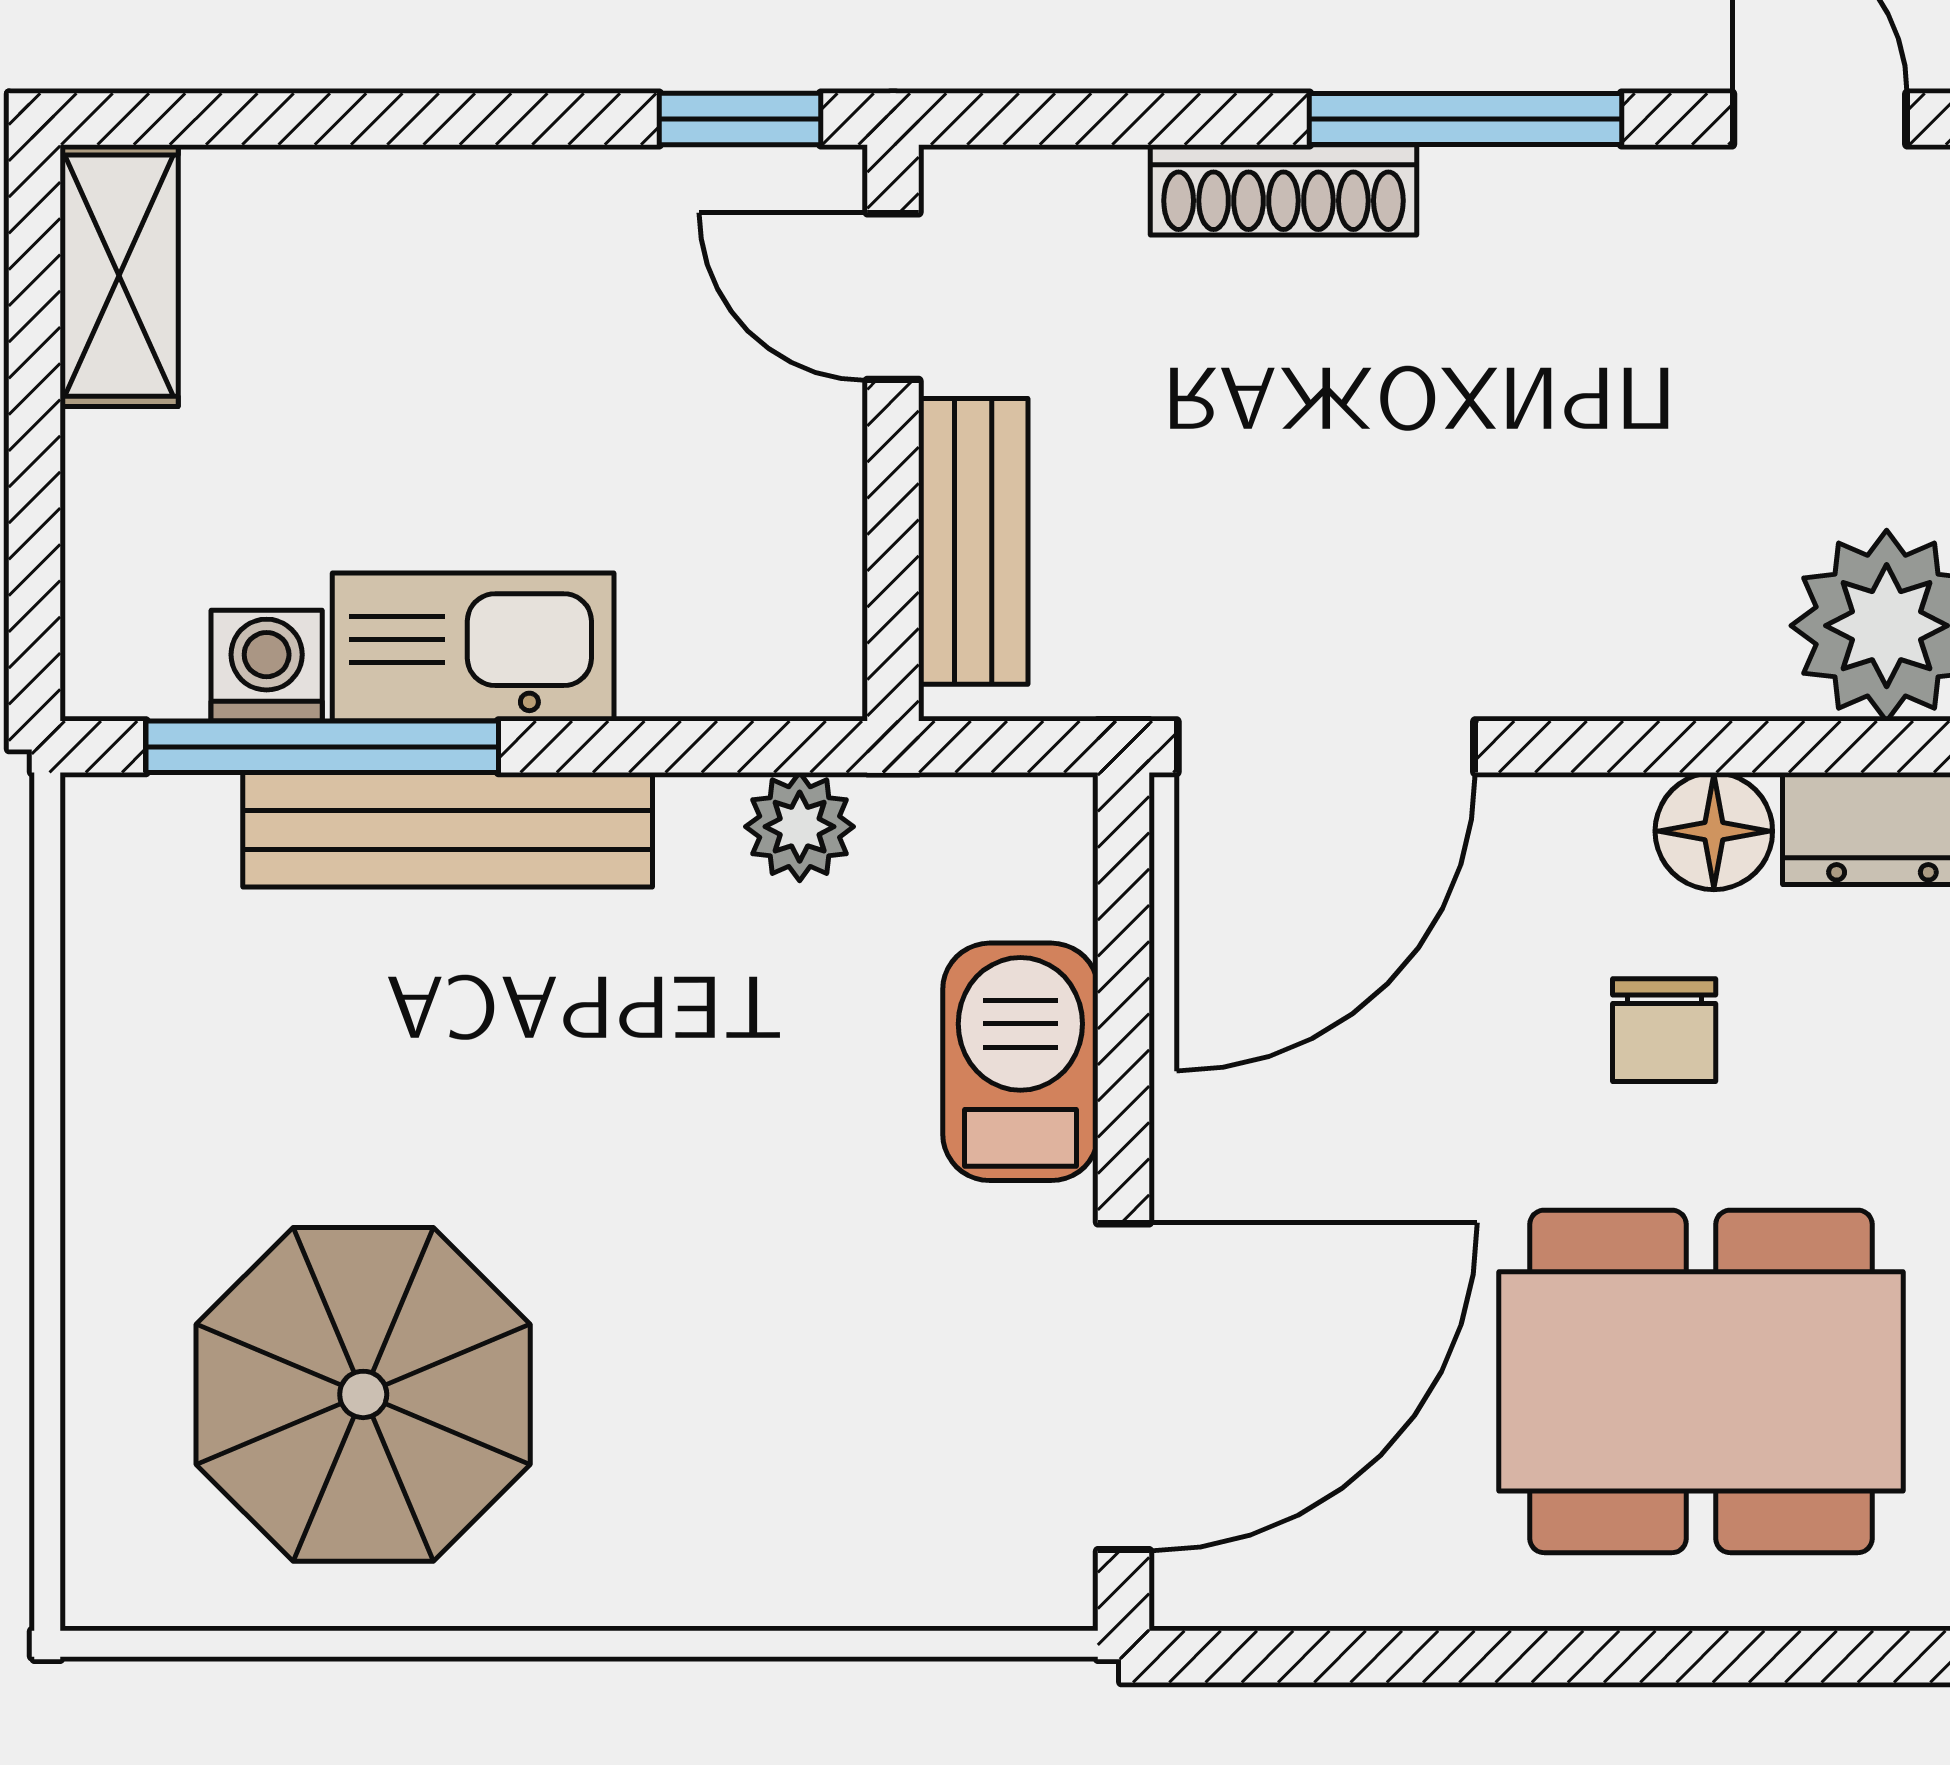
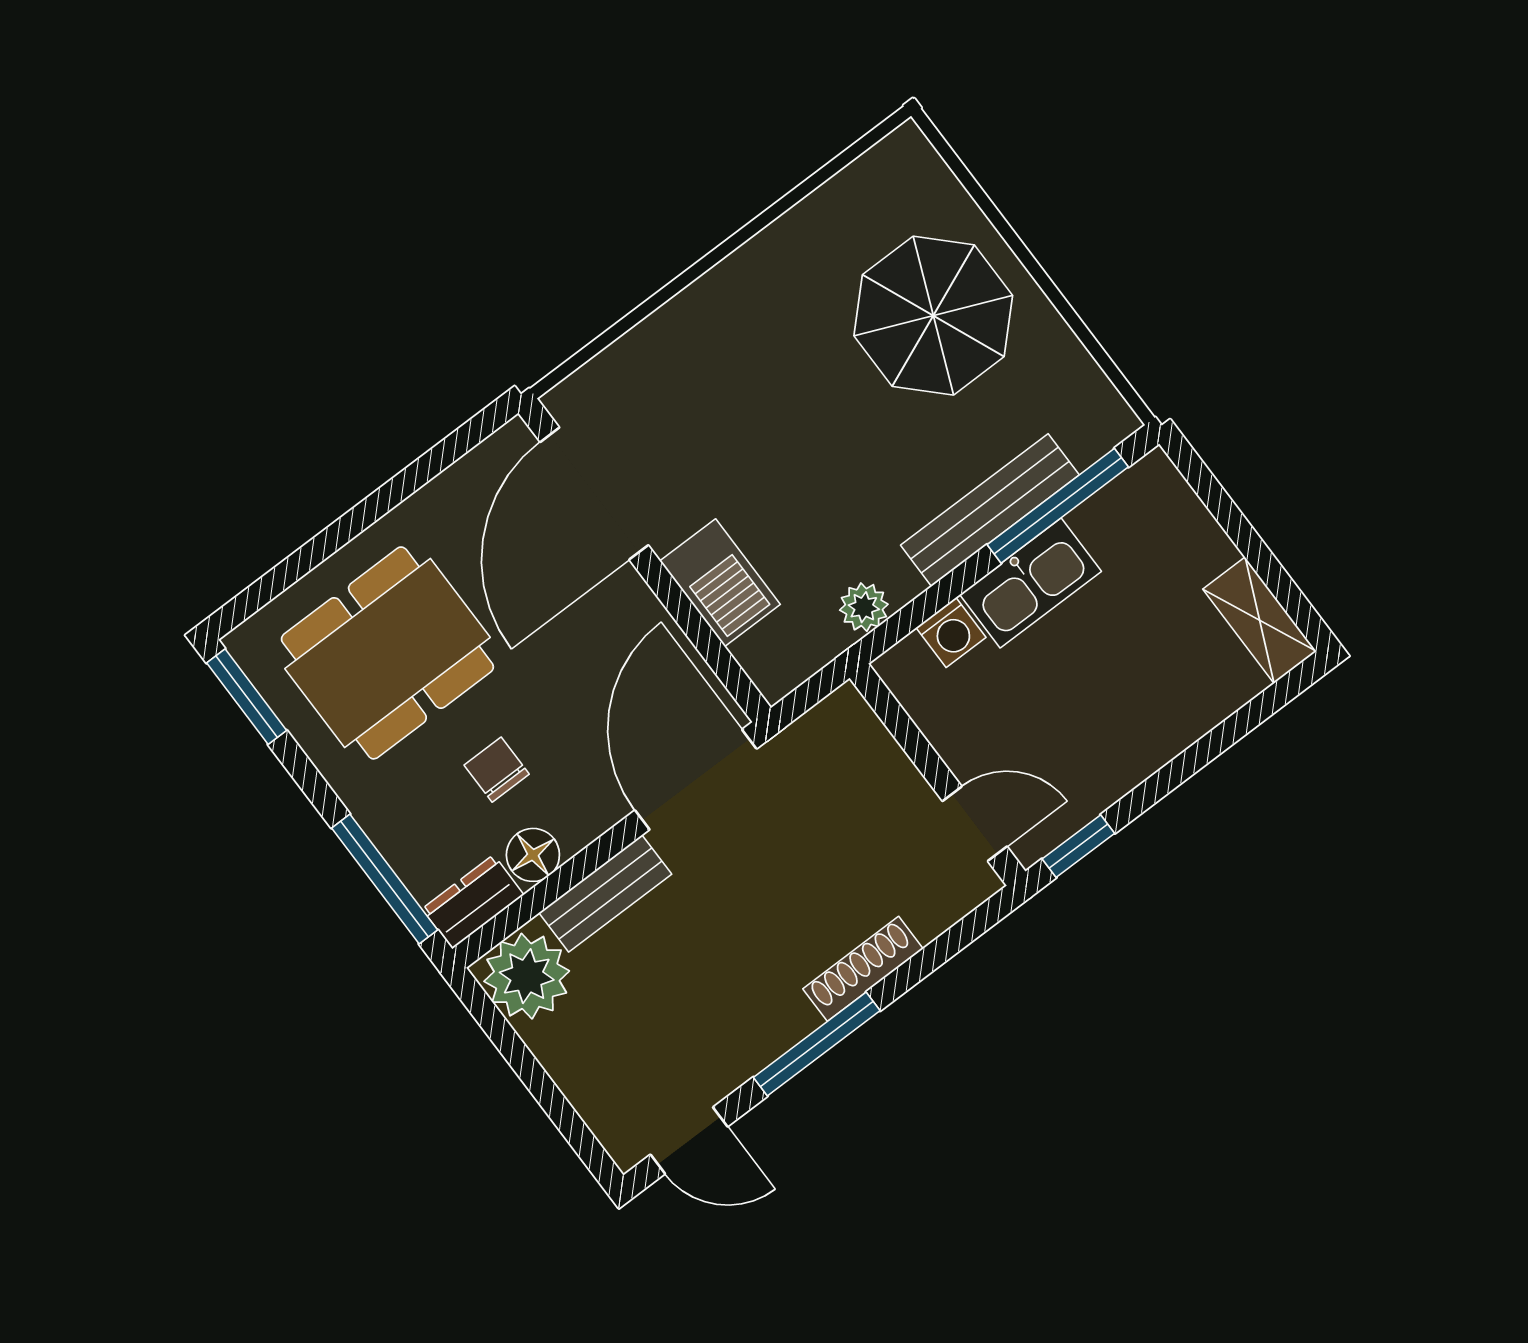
bench: (973, 541) -> (605, 893), moved, turned 90
washing machine: (267, 666) -> (951, 633), moved
parasol: (363, 1394) -> (933, 316), moved

